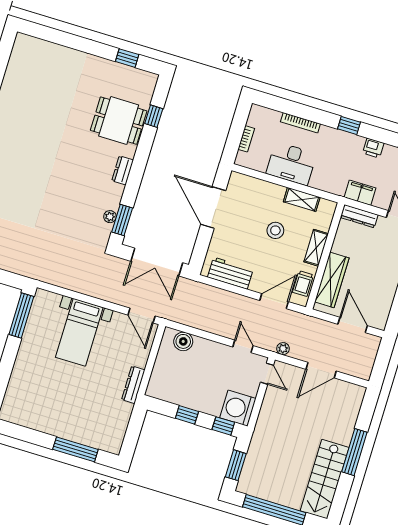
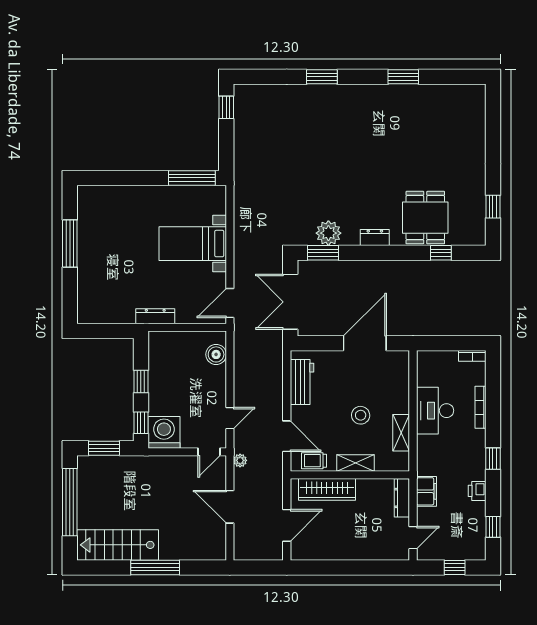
bookcase: (246, 139) -> (472, 356), moved
plant: (110, 217) -> (328, 233), width x1.88, depth x1.88
window: (75, 449) -> (70, 243), moved

